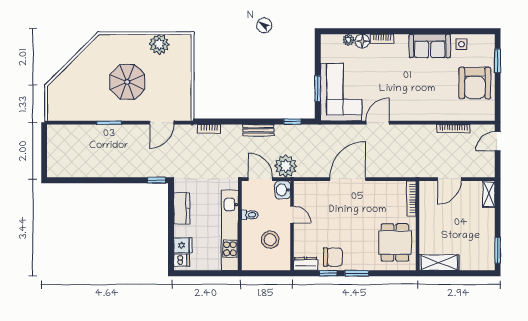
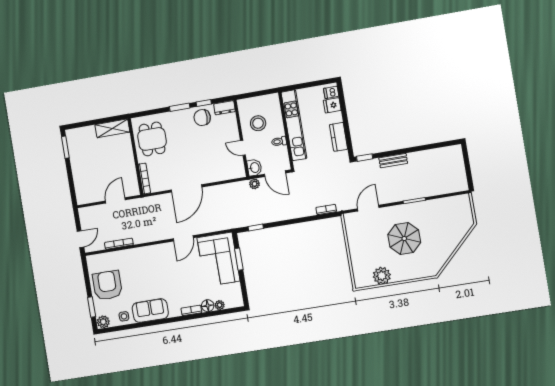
plant: (487, 42) -> (103, 322), added
bench: (258, 130) -> (393, 161), moved
plant: (286, 166) -> (254, 184), width x0.53, depth x0.53
door: (348, 179) -> (187, 188), moved
shelving: (489, 194) -> (80, 193), removed

